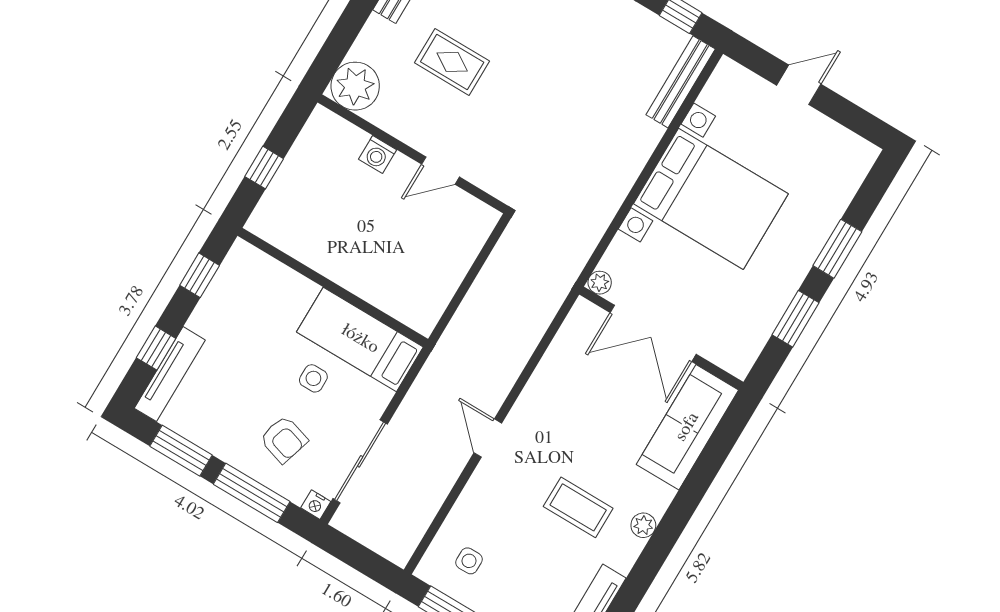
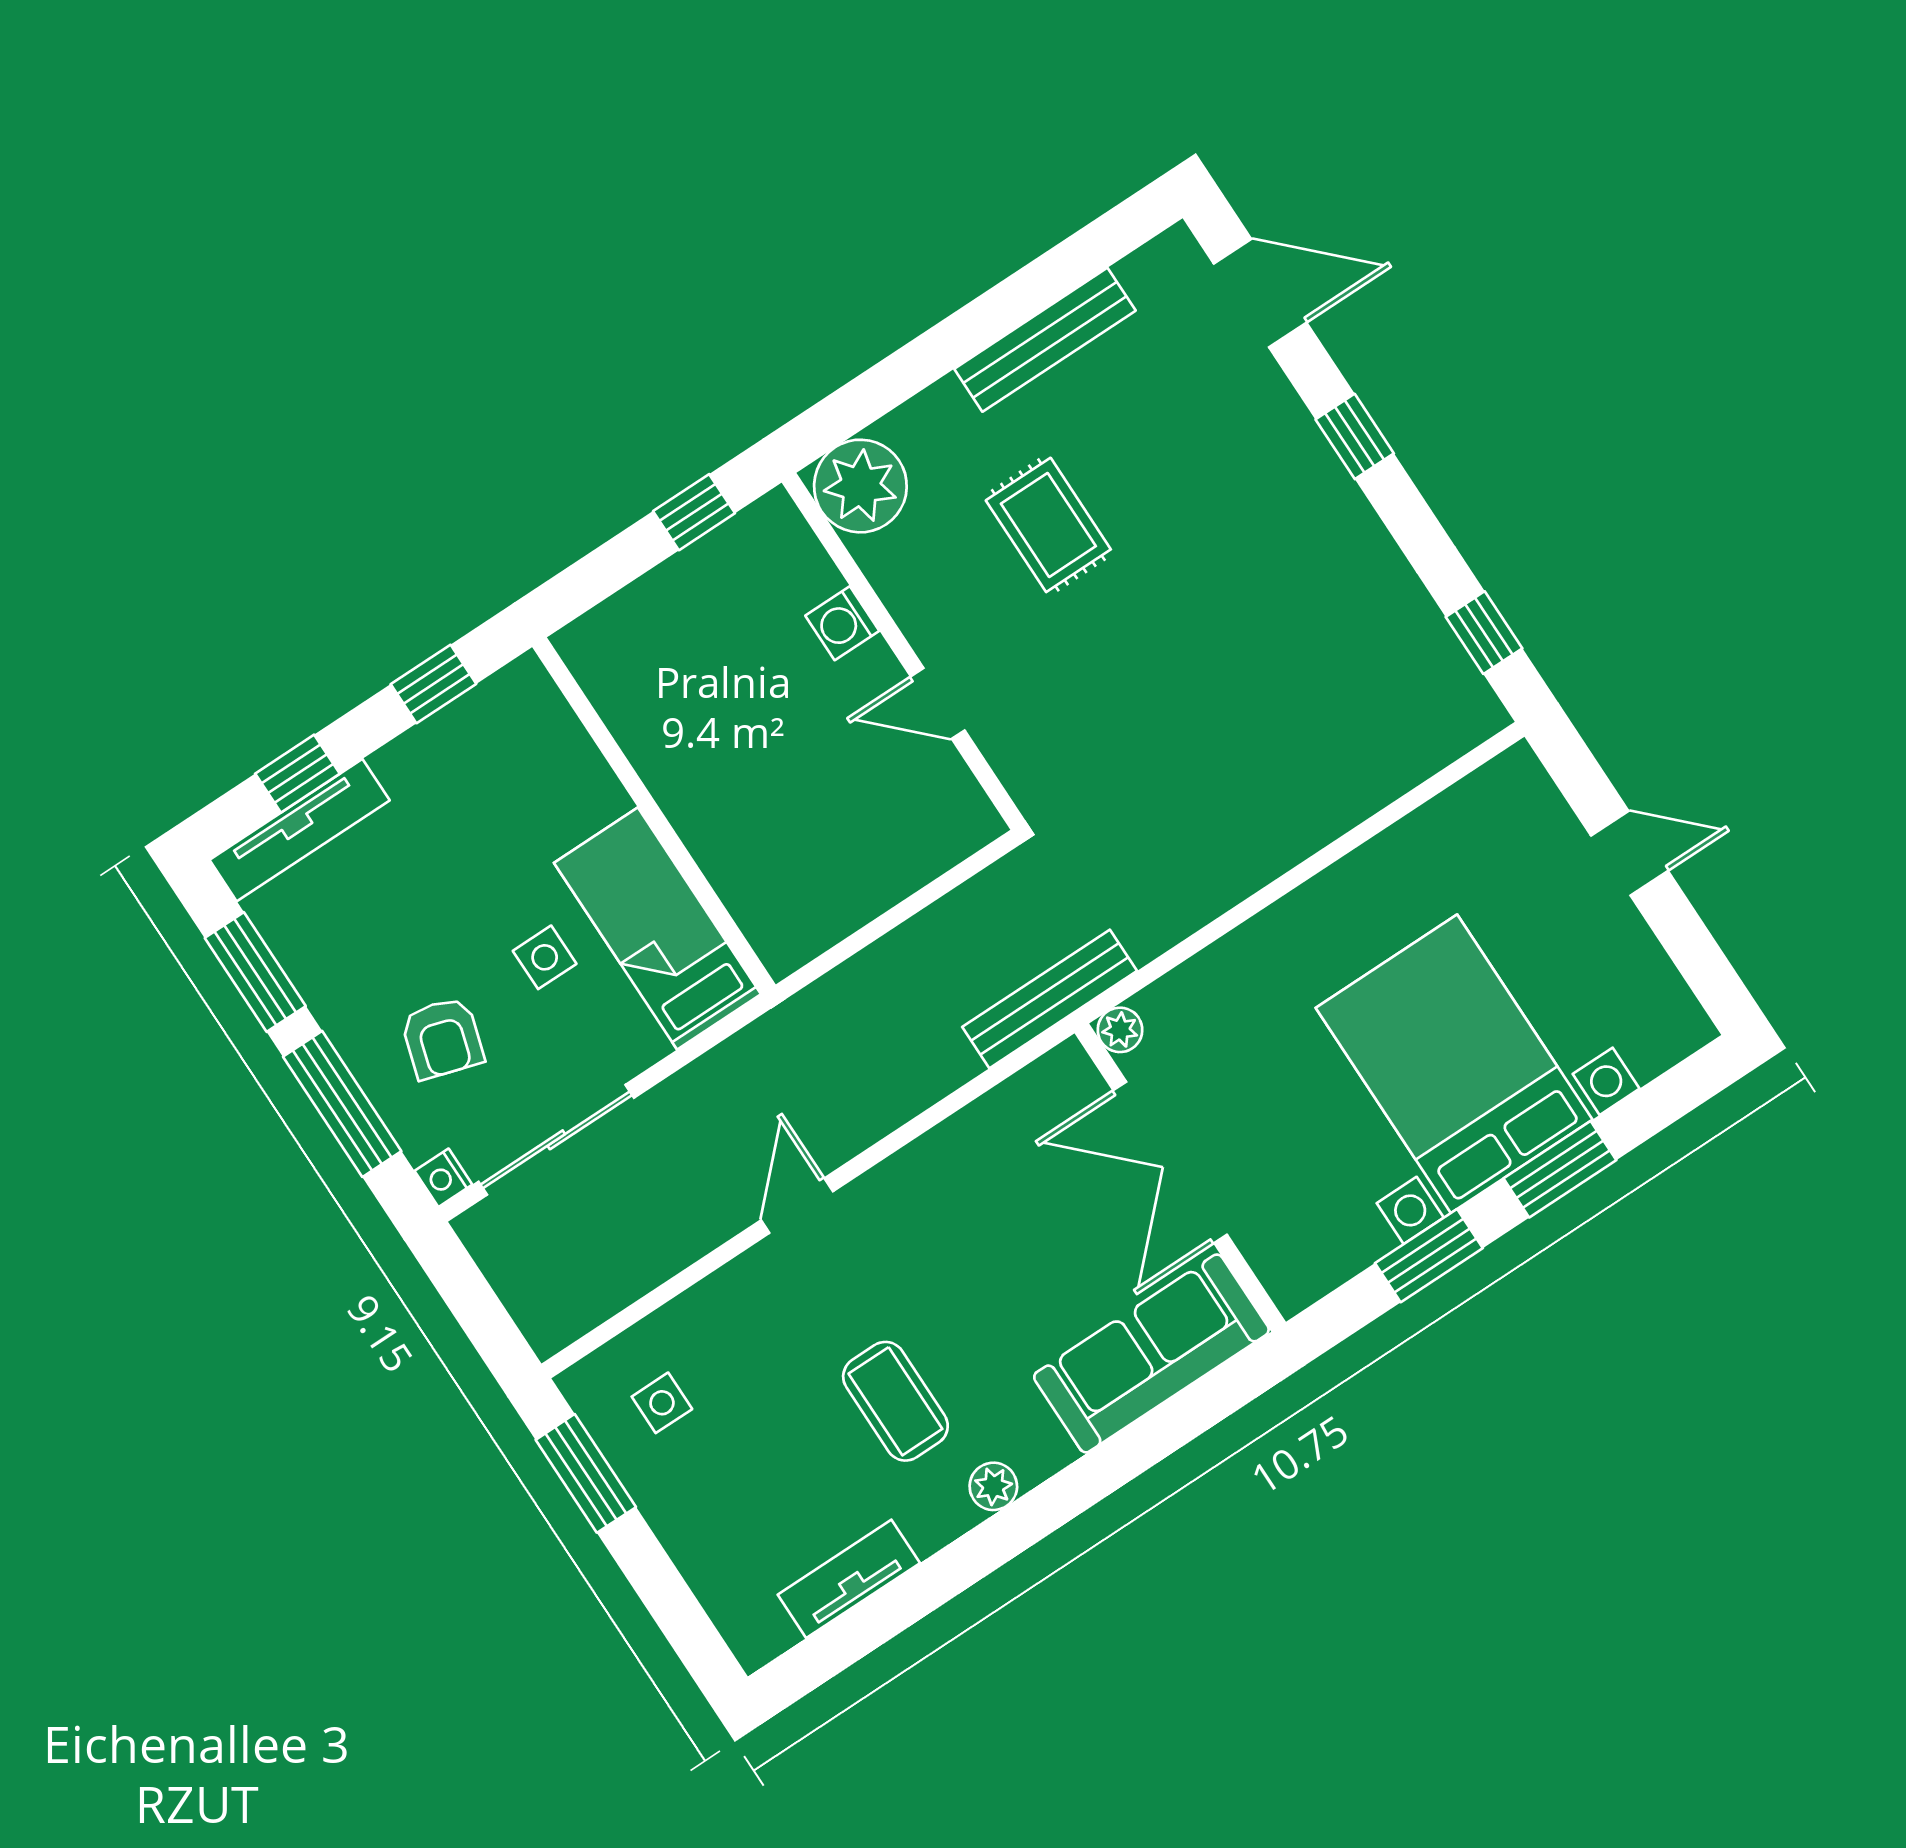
bench: (681, 82) -> (1050, 999), moved
window: (264, 168) -> (694, 512), moved
bed with nightstands: (711, 199) -> (1454, 1064), moved, turned 180

